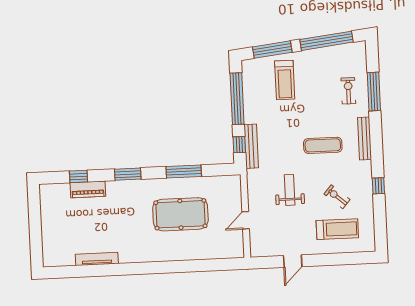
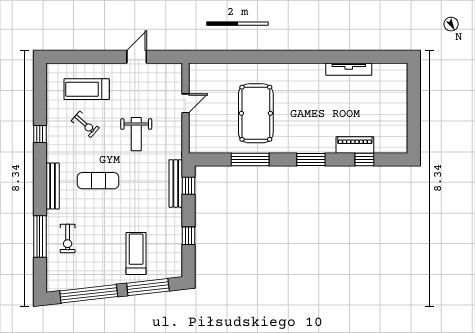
window: (237, 99) -> (189, 236), width x0.32
pool table: (180, 214) -> (256, 113), turned 90

